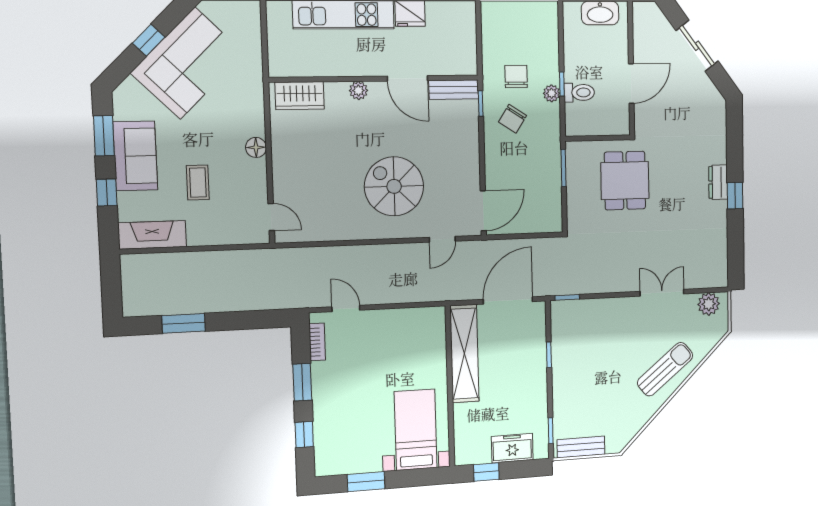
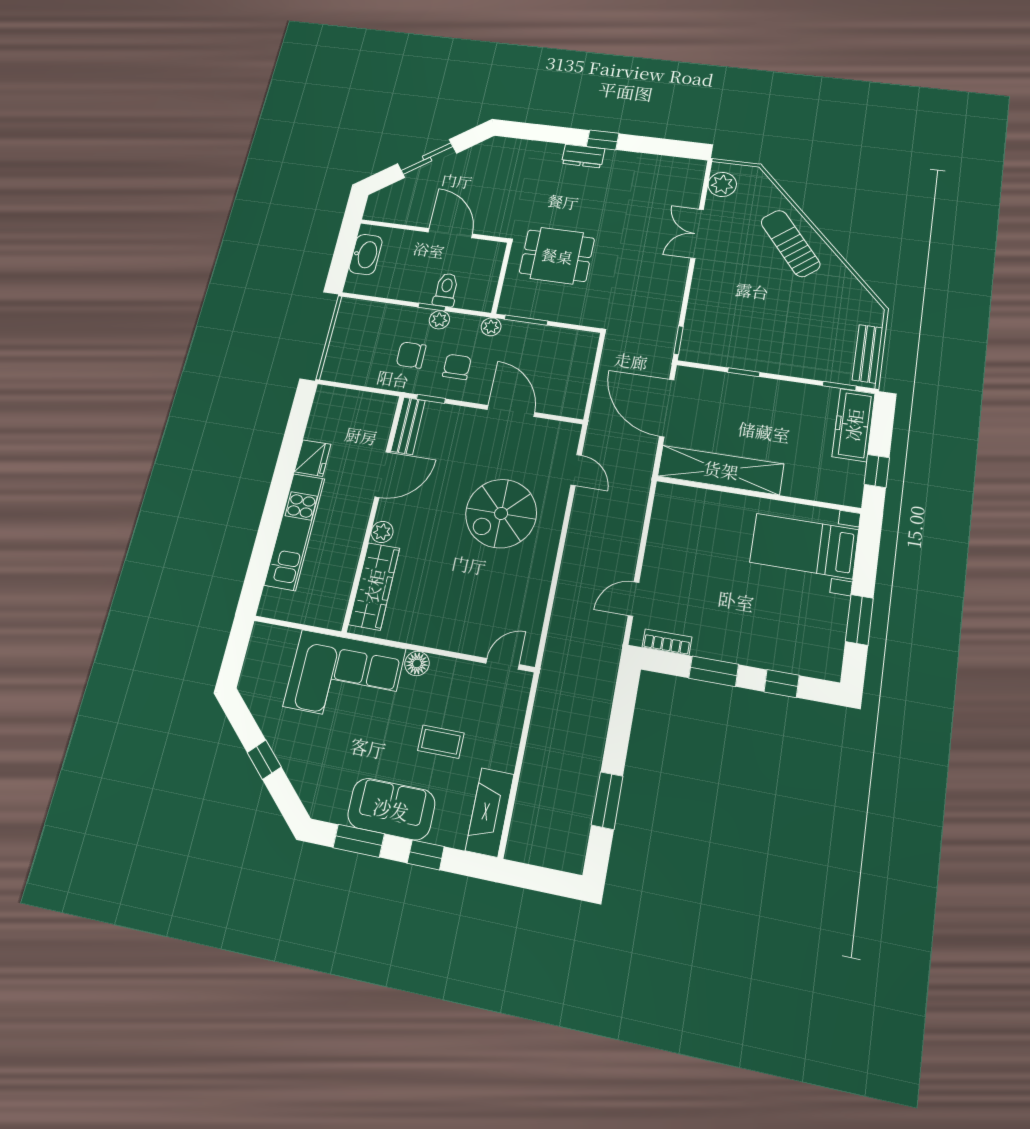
corner sofa: (188, 63) -> (344, 678), moved, turned 135
wardrobe: (300, 96) -> (374, 586), width x1.50
chair: (513, 119) -> (457, 367), turned -123
plant: (553, 139) -> (491, 327), added
door: (483, 211) -> (511, 411), moved
freezer: (512, 448) -> (854, 425), width x1.40

